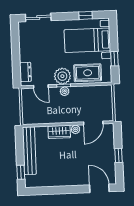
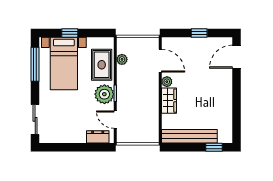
window: (86, 15) -> (35, 64), width x2.17
window: (114, 59) -> (70, 33), moved
door: (41, 86) -> (115, 120), swing flipped
plant: (65, 91) -> (122, 59), moved

